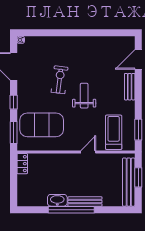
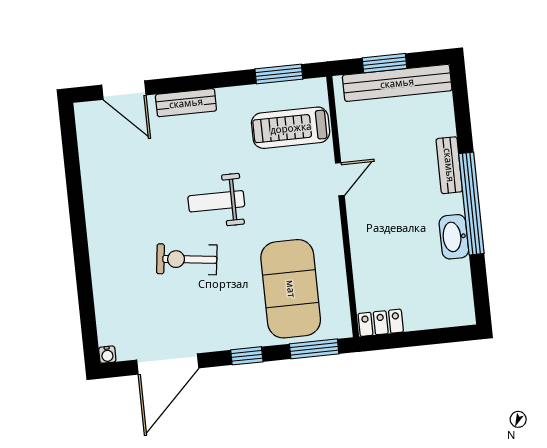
door: (88, 152) -> (340, 179), swing flipped
bench: (85, 202) -> (449, 165), width x0.73

